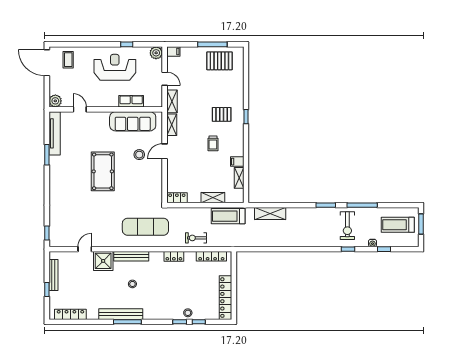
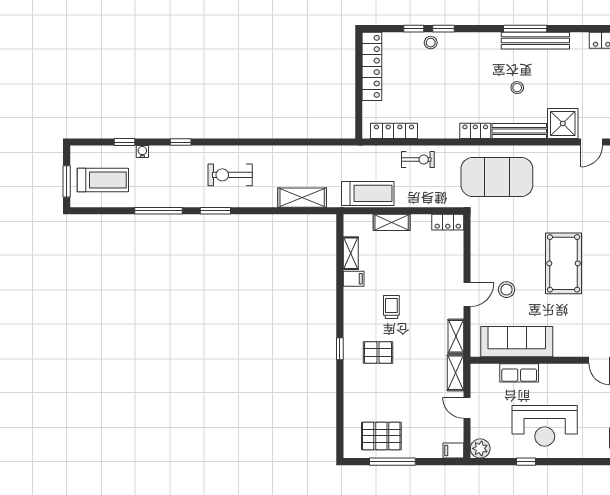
exercise bike: (347, 226) -> (230, 175), moved, turned -90
exercise mat: (145, 227) -> (497, 177), width x1.47
locker: (174, 256) -> (475, 131), moved

